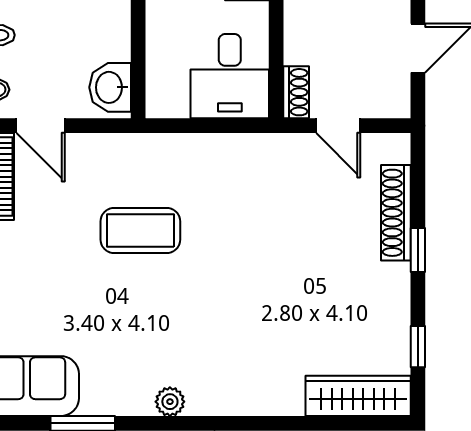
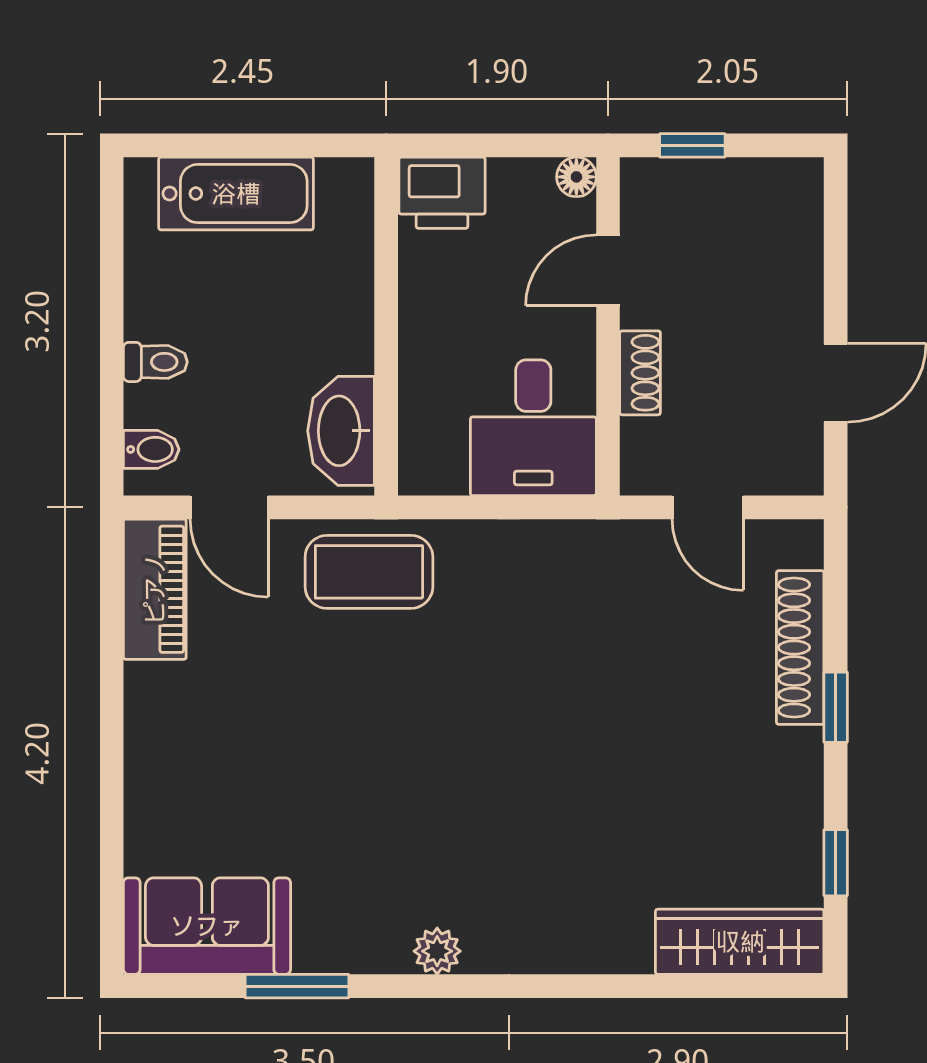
washbasin: (110, 87) -> (341, 431), width x1.38
shoe rack: (296, 92) -> (640, 373), moved
coffee table: (140, 231) -> (369, 572), moved

